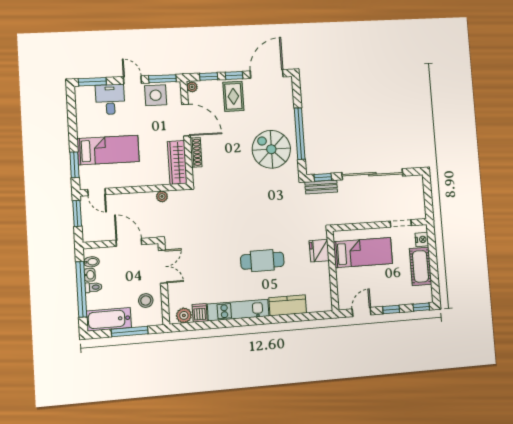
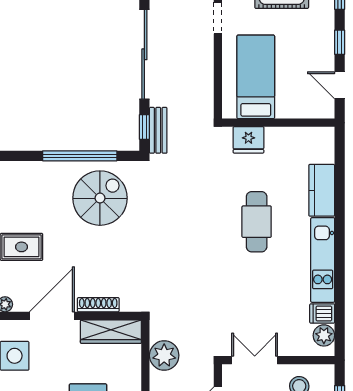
spiral stairs: (271, 149) -> (100, 198), turned 180
plant: (162, 196) -> (164, 355), width x1.88, depth x1.88

